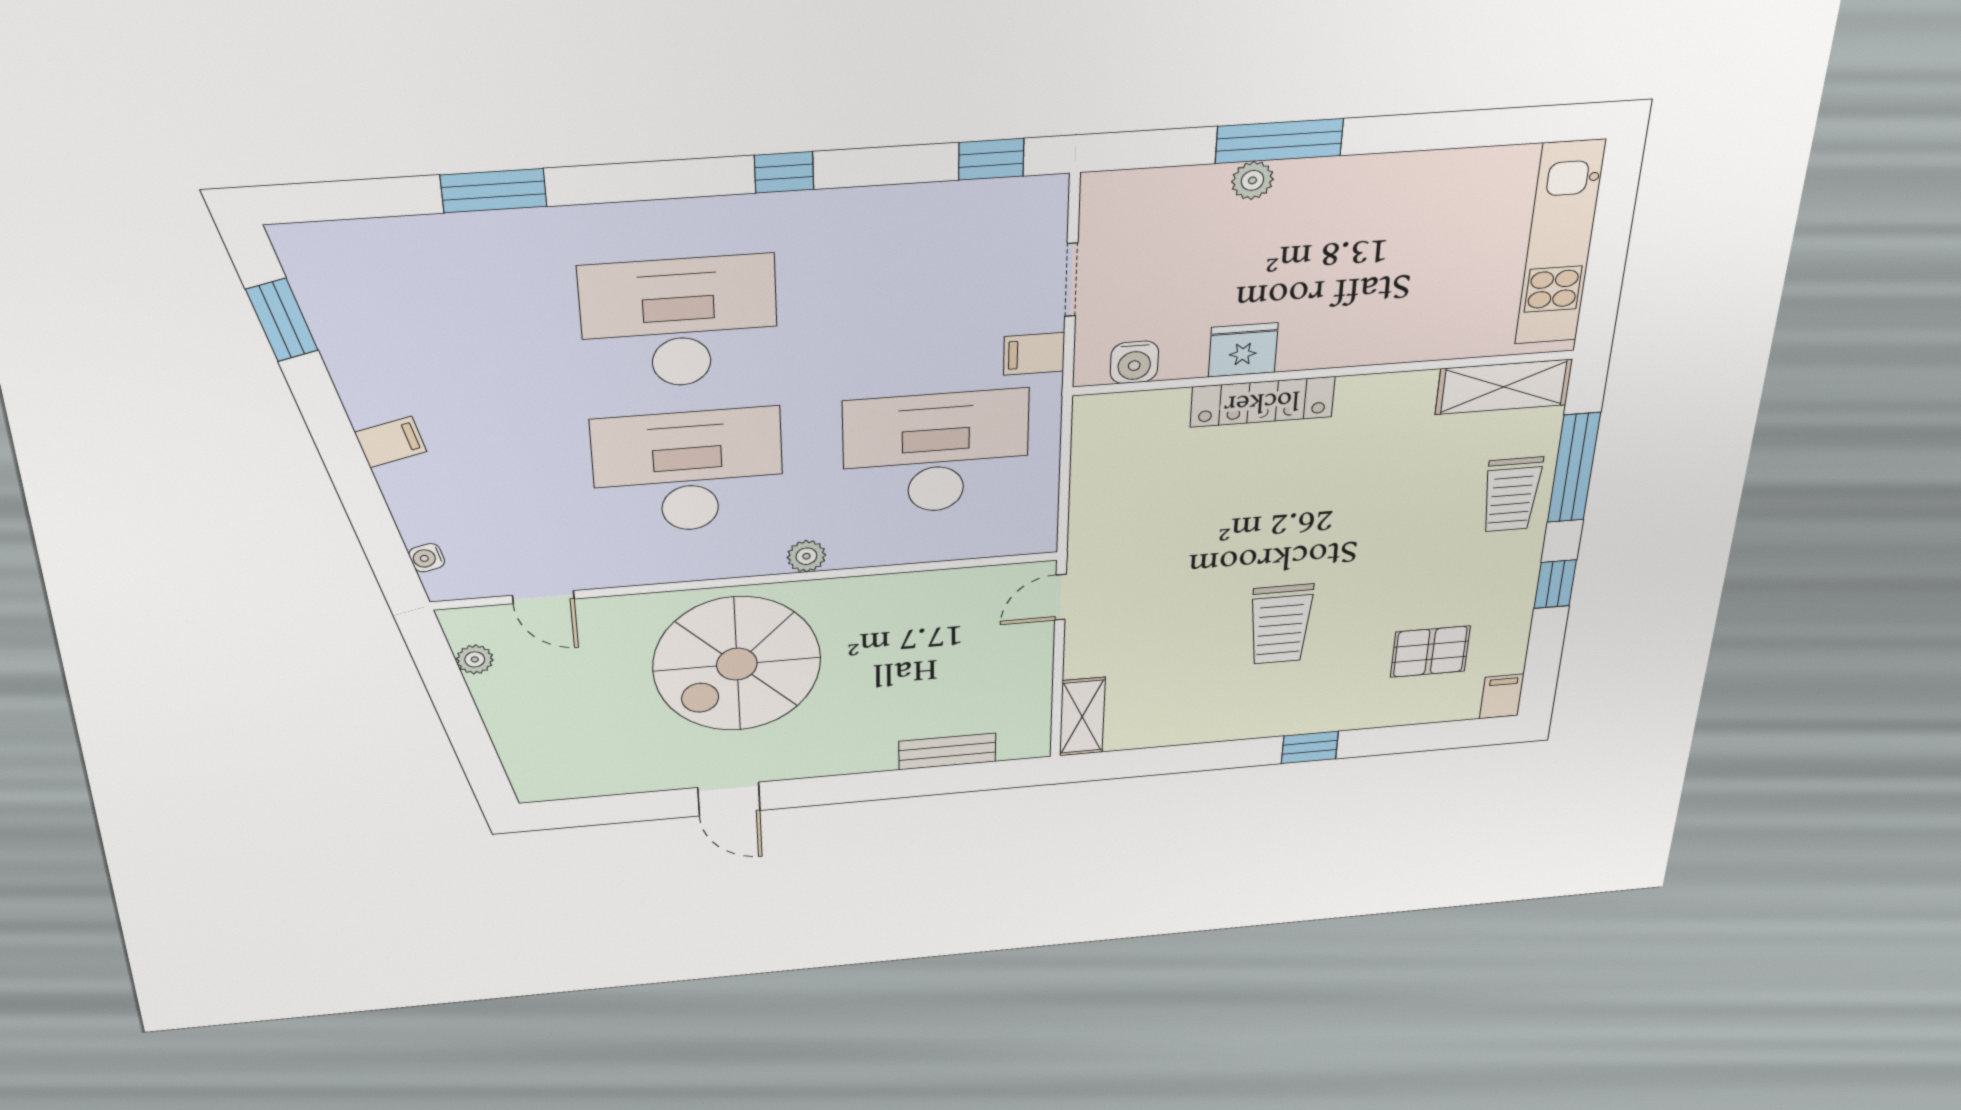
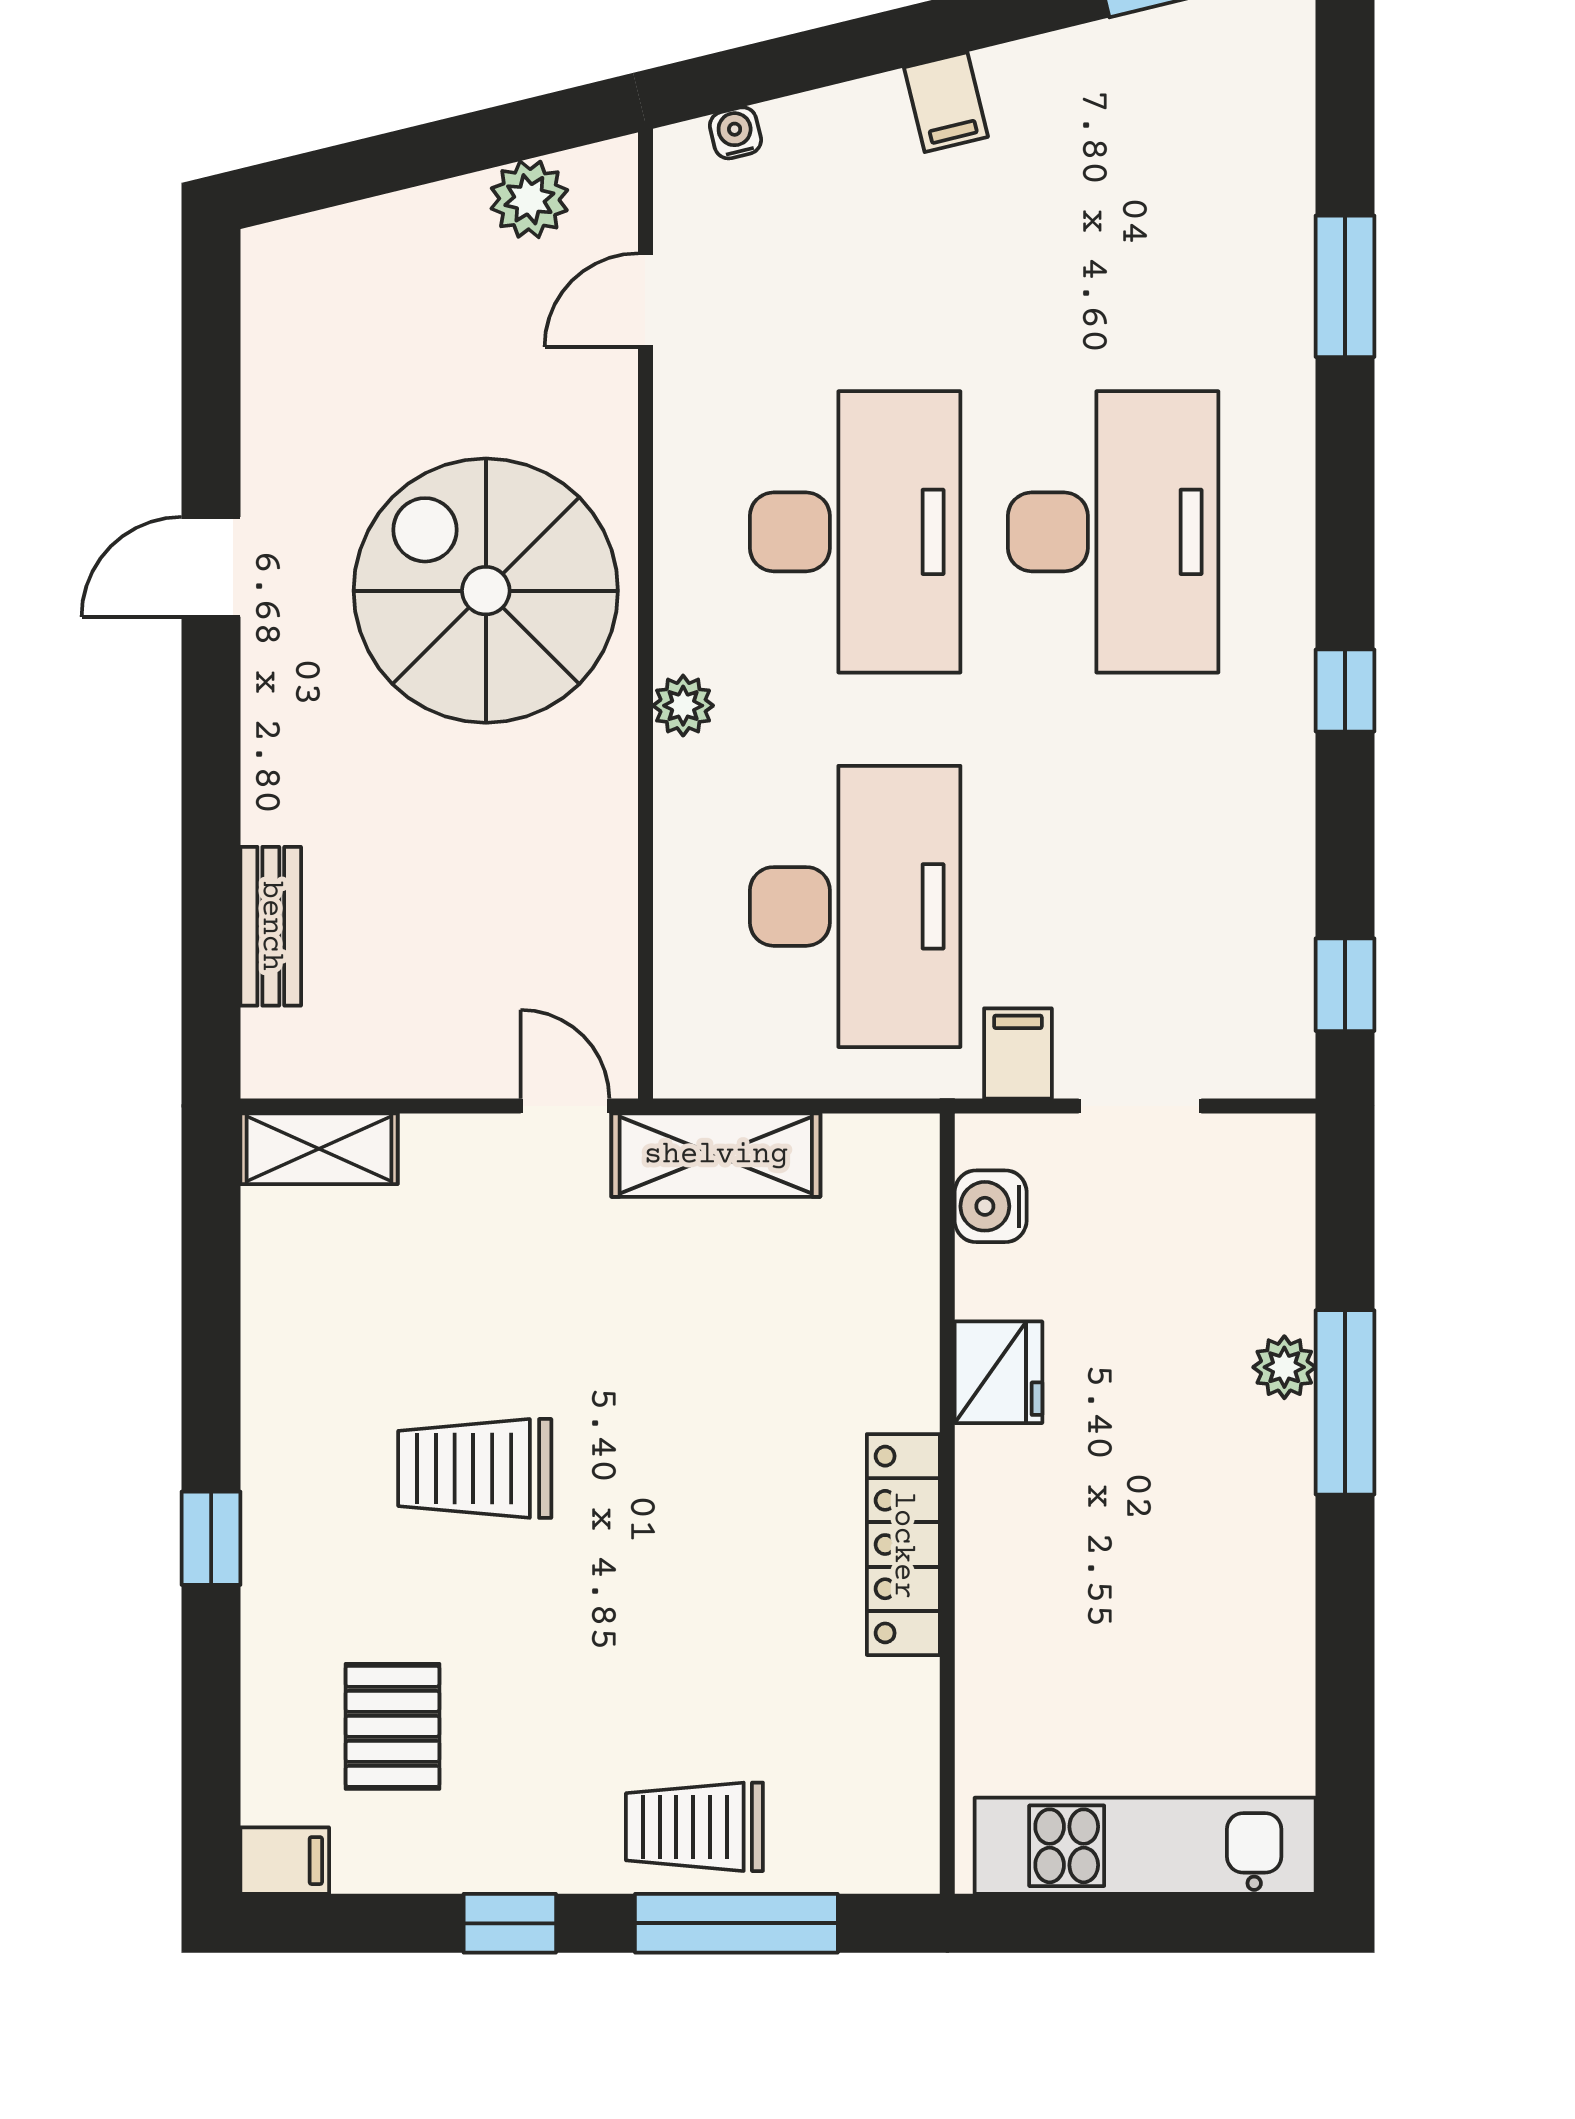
shelving: (1504, 387) -> (716, 1155), moved, turned 90
locker: (1262, 402) -> (903, 1545), moved
plant: (475, 659) -> (529, 199), width x1.38, depth x1.38

